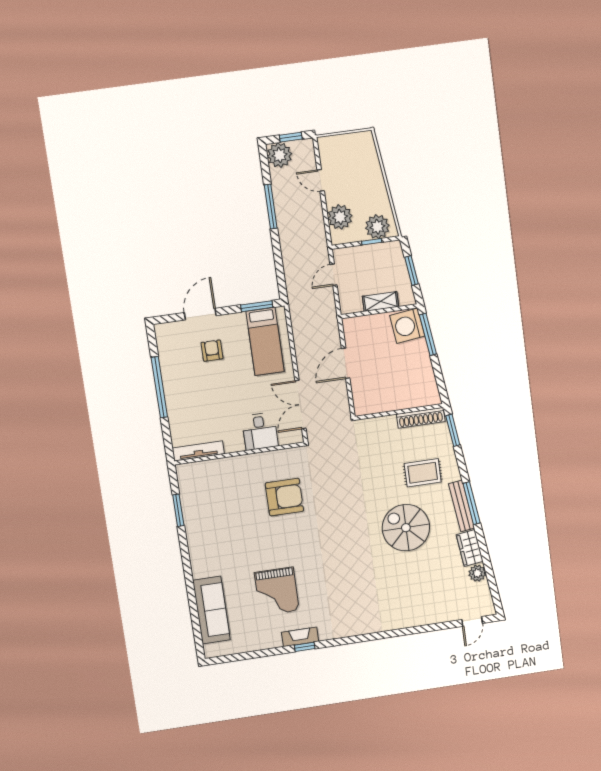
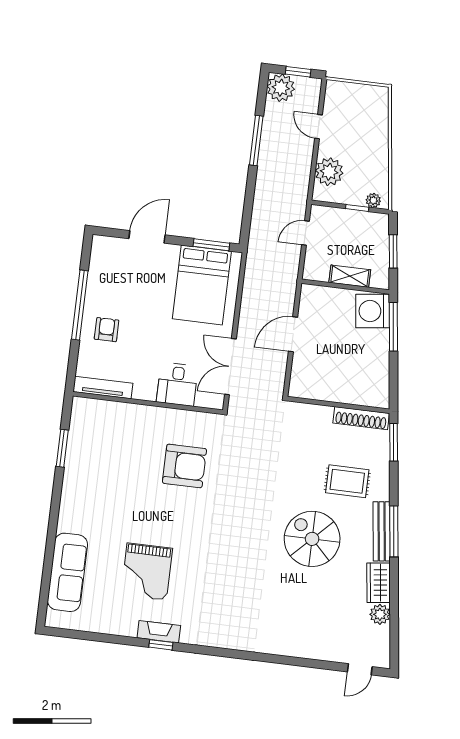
plant: (377, 227) -> (373, 200), width x0.53, depth x0.53
bed: (265, 341) -> (202, 285), width x1.50
armchair: (212, 351) -> (107, 330), moved

